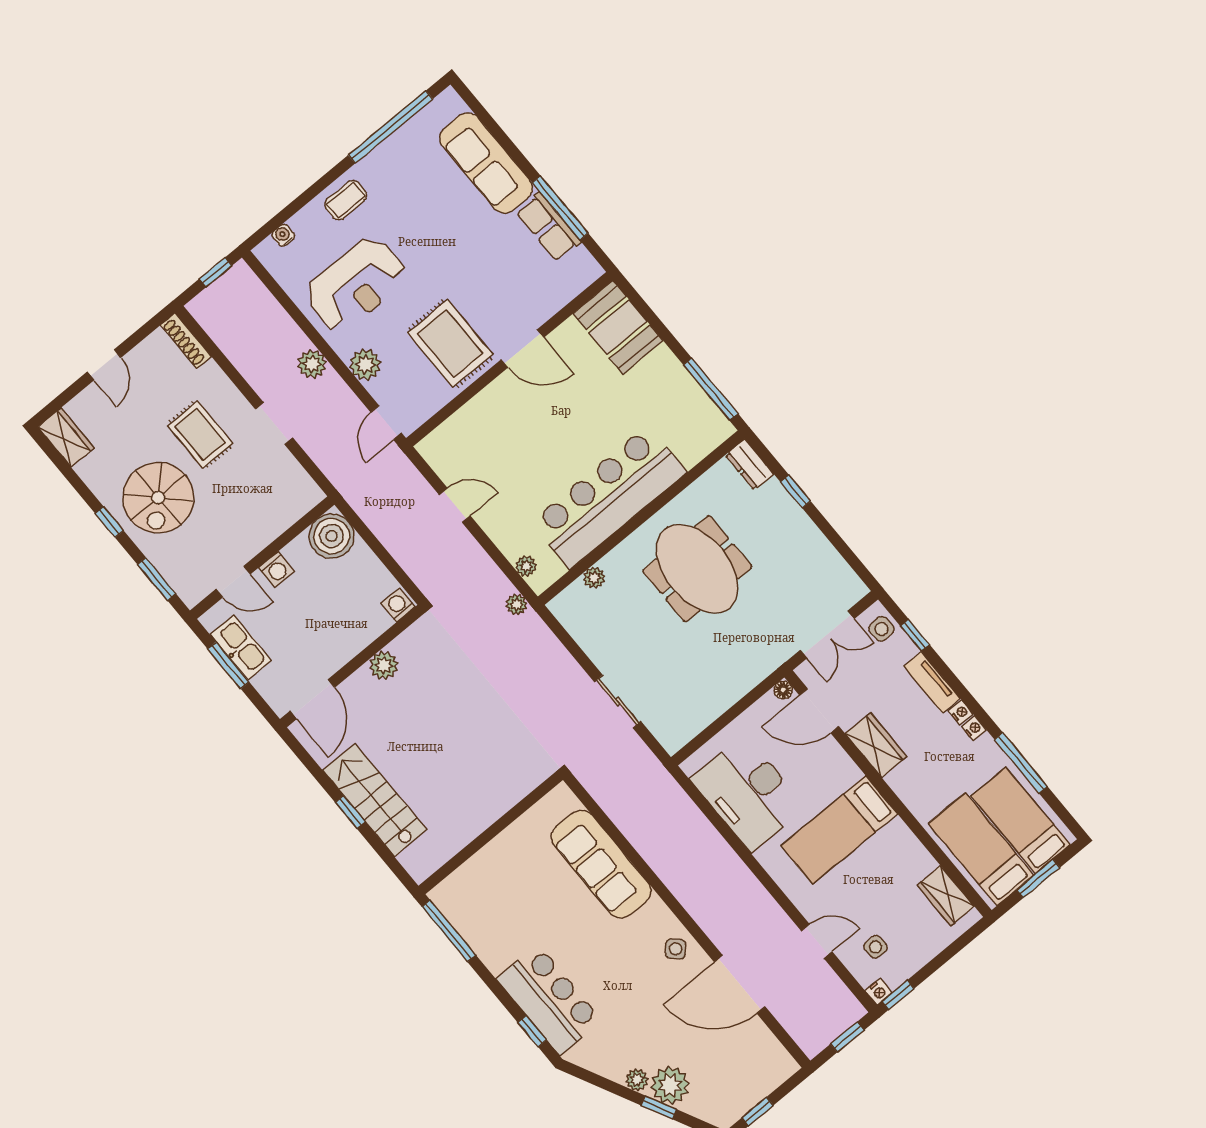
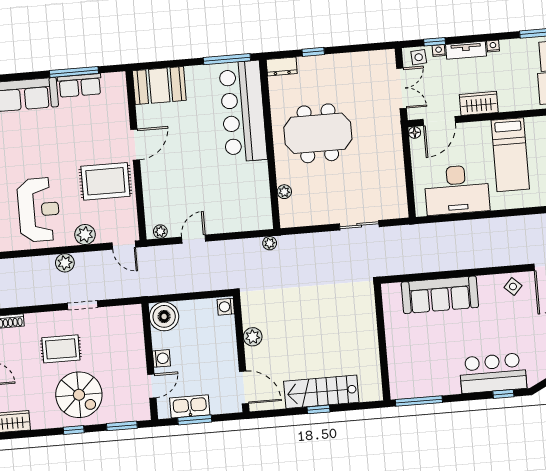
bar counter: (609, 497) -> (243, 111), moved
plant: (526, 566) -> (160, 232), moved
nightstand: (974, 728) -> (439, 51), moved

